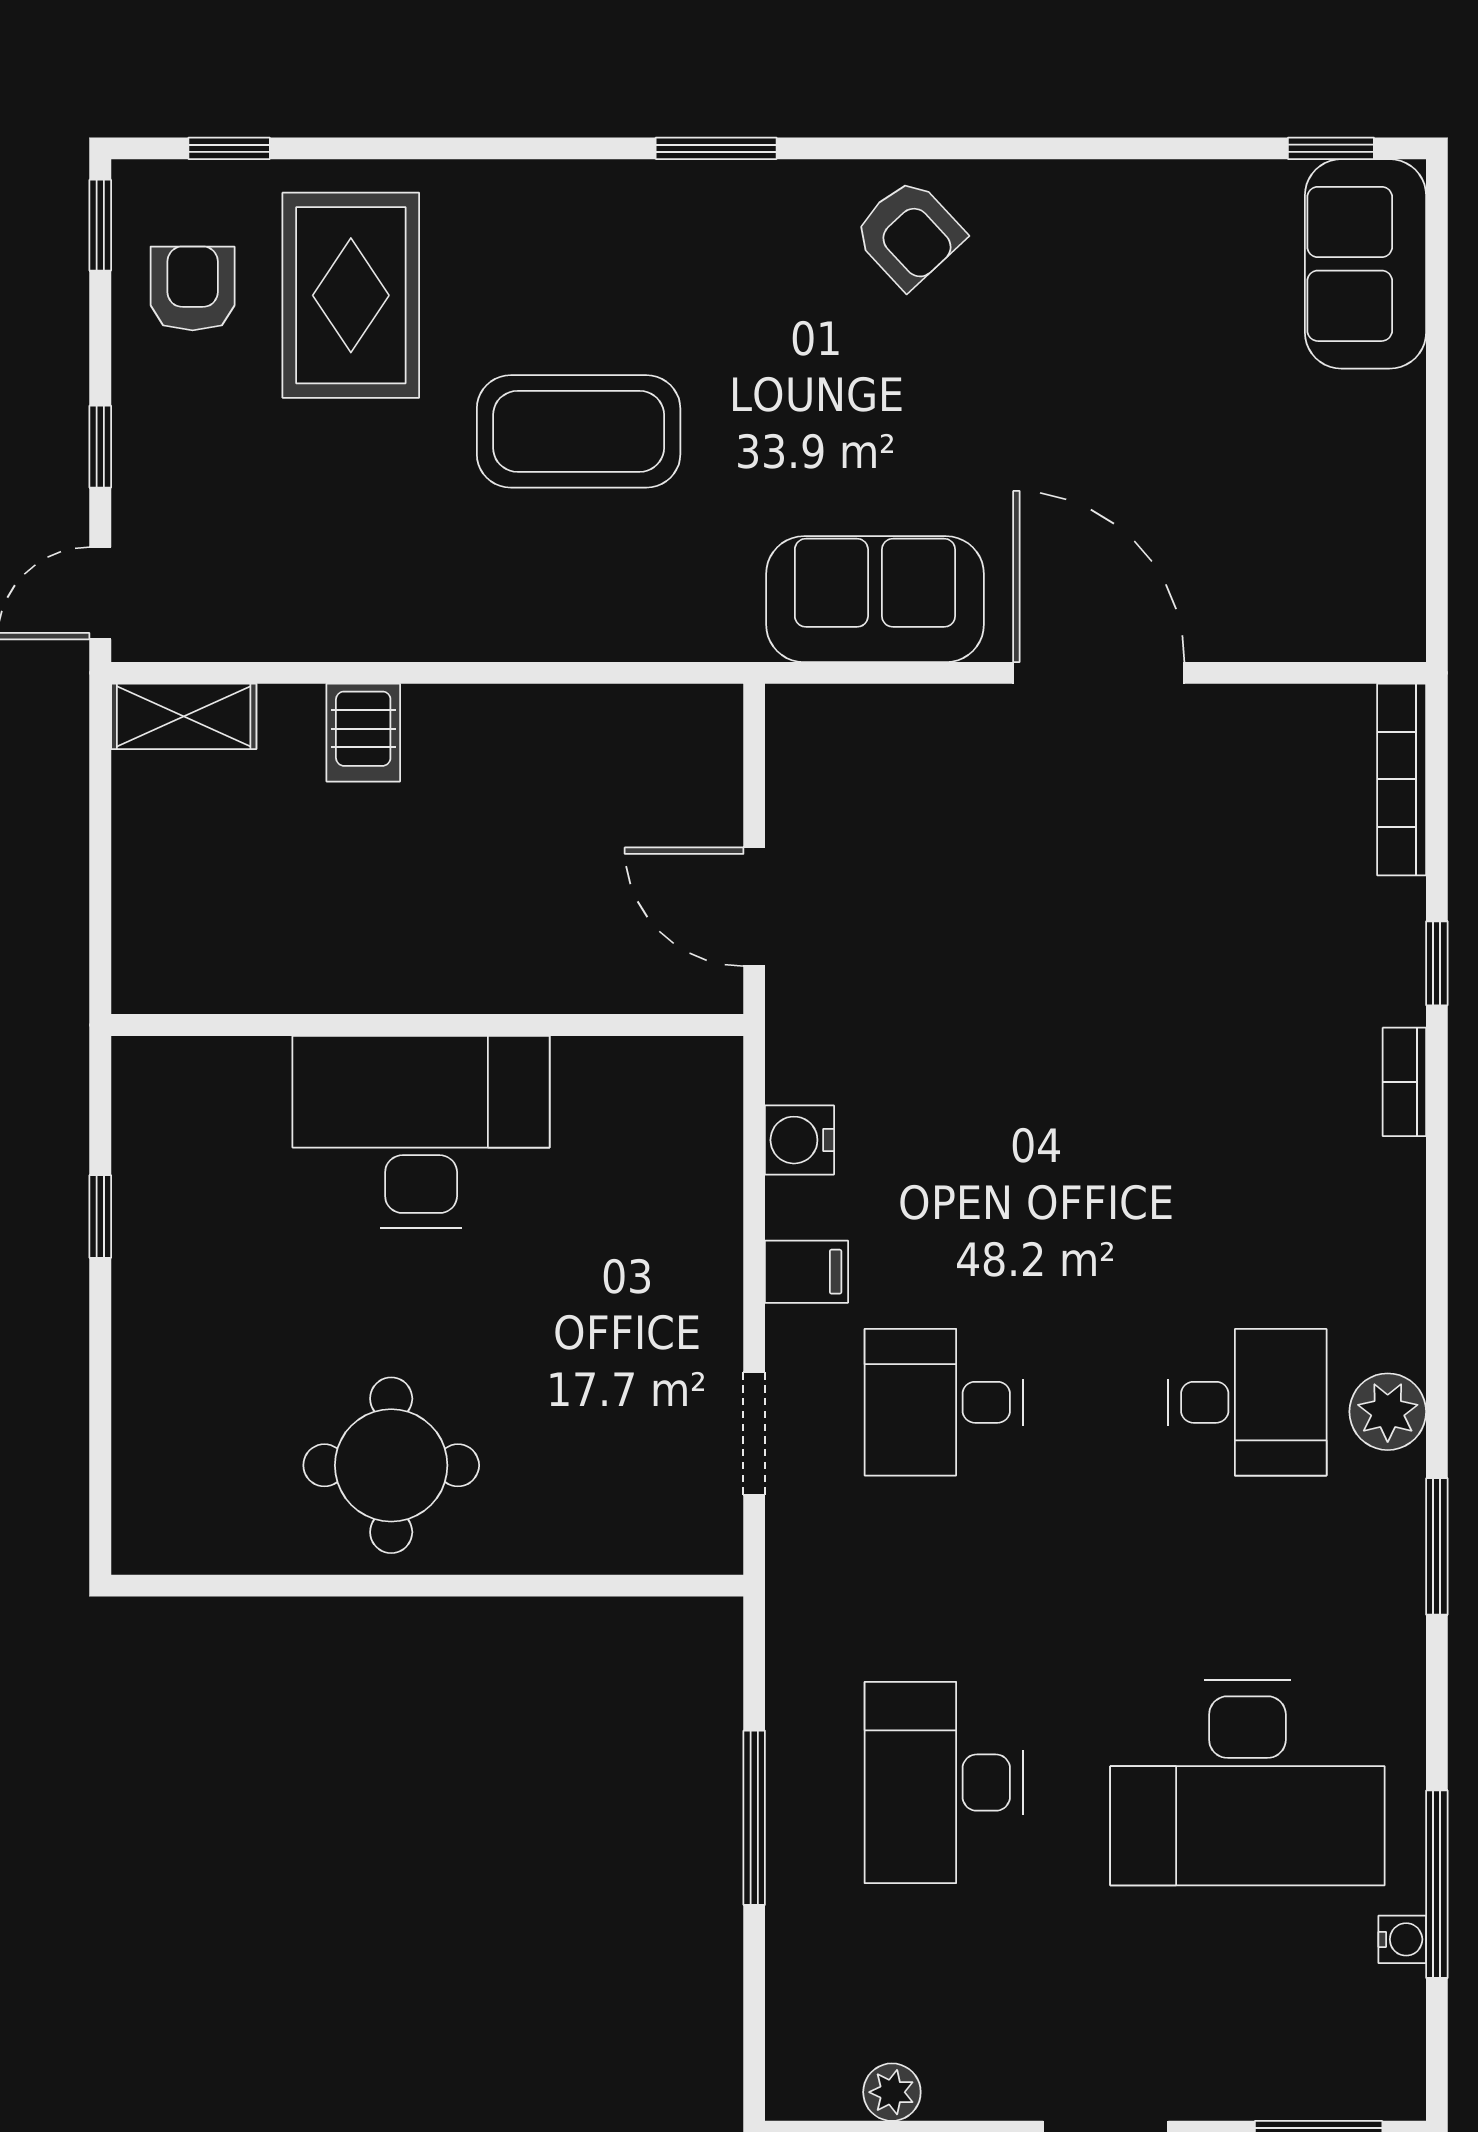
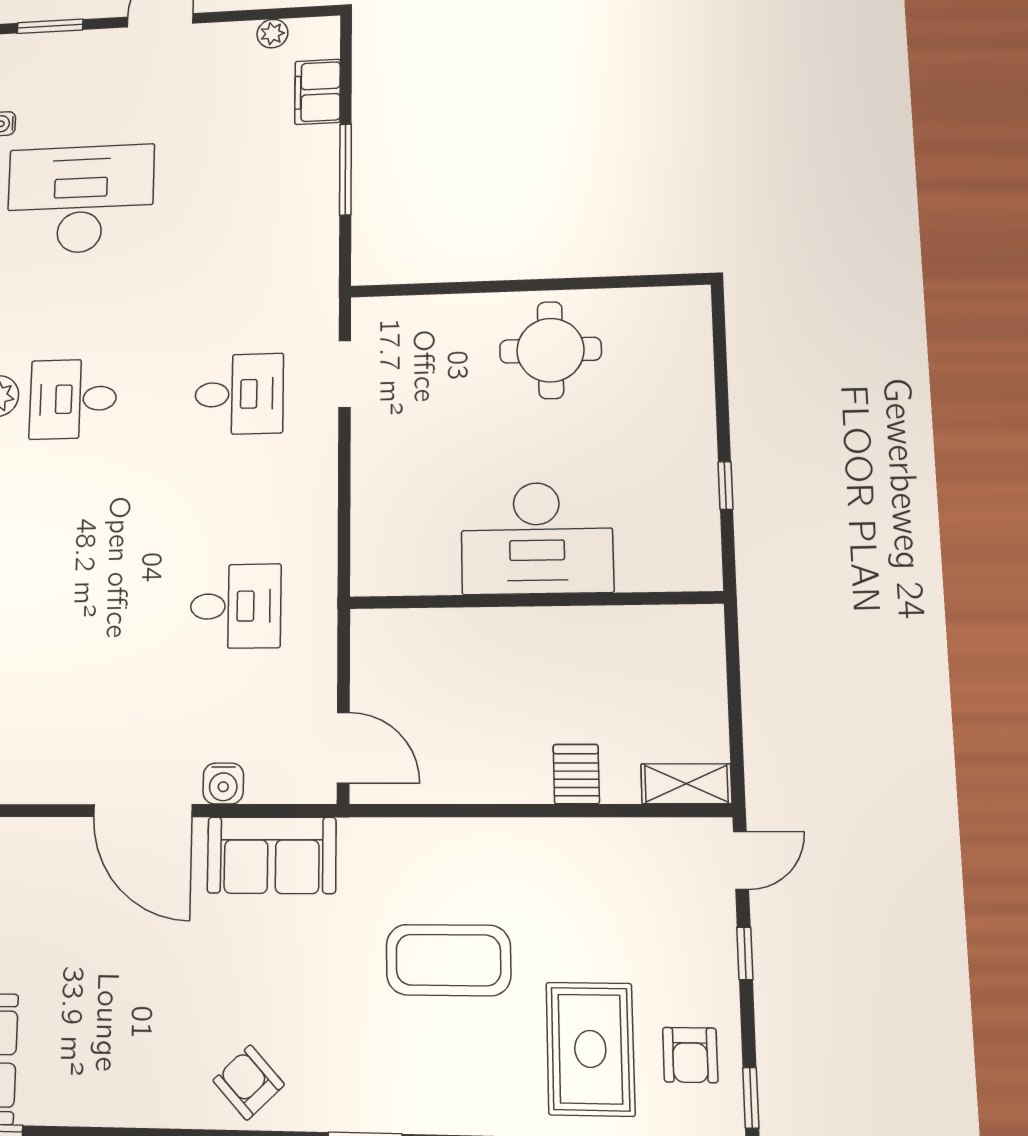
door: (754, 907) -> (343, 748), moved
water cooler: (800, 1140) -> (223, 784), moved, turned 90
filing cabinet: (807, 1272) -> (318, 92), moved, width x2.00
desk: (944, 1783) -> (236, 606), moved, width x0.73

